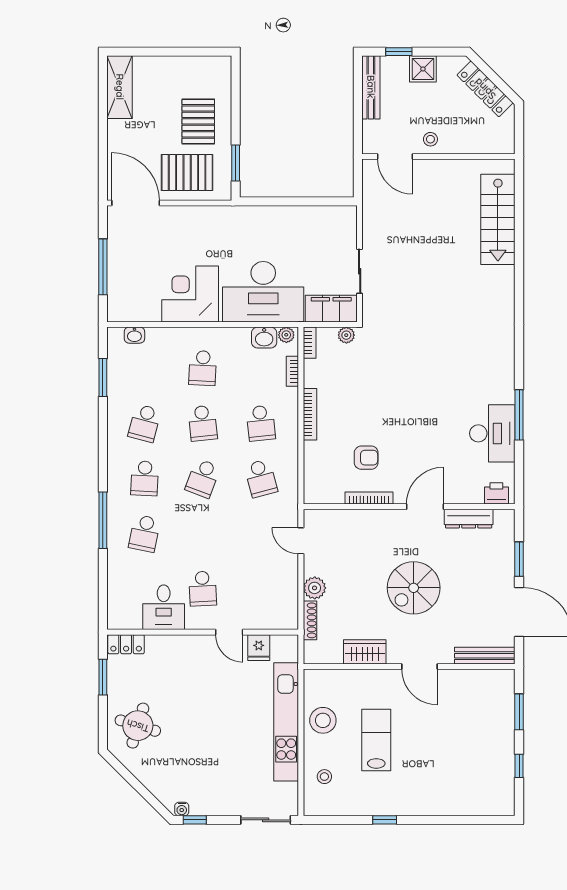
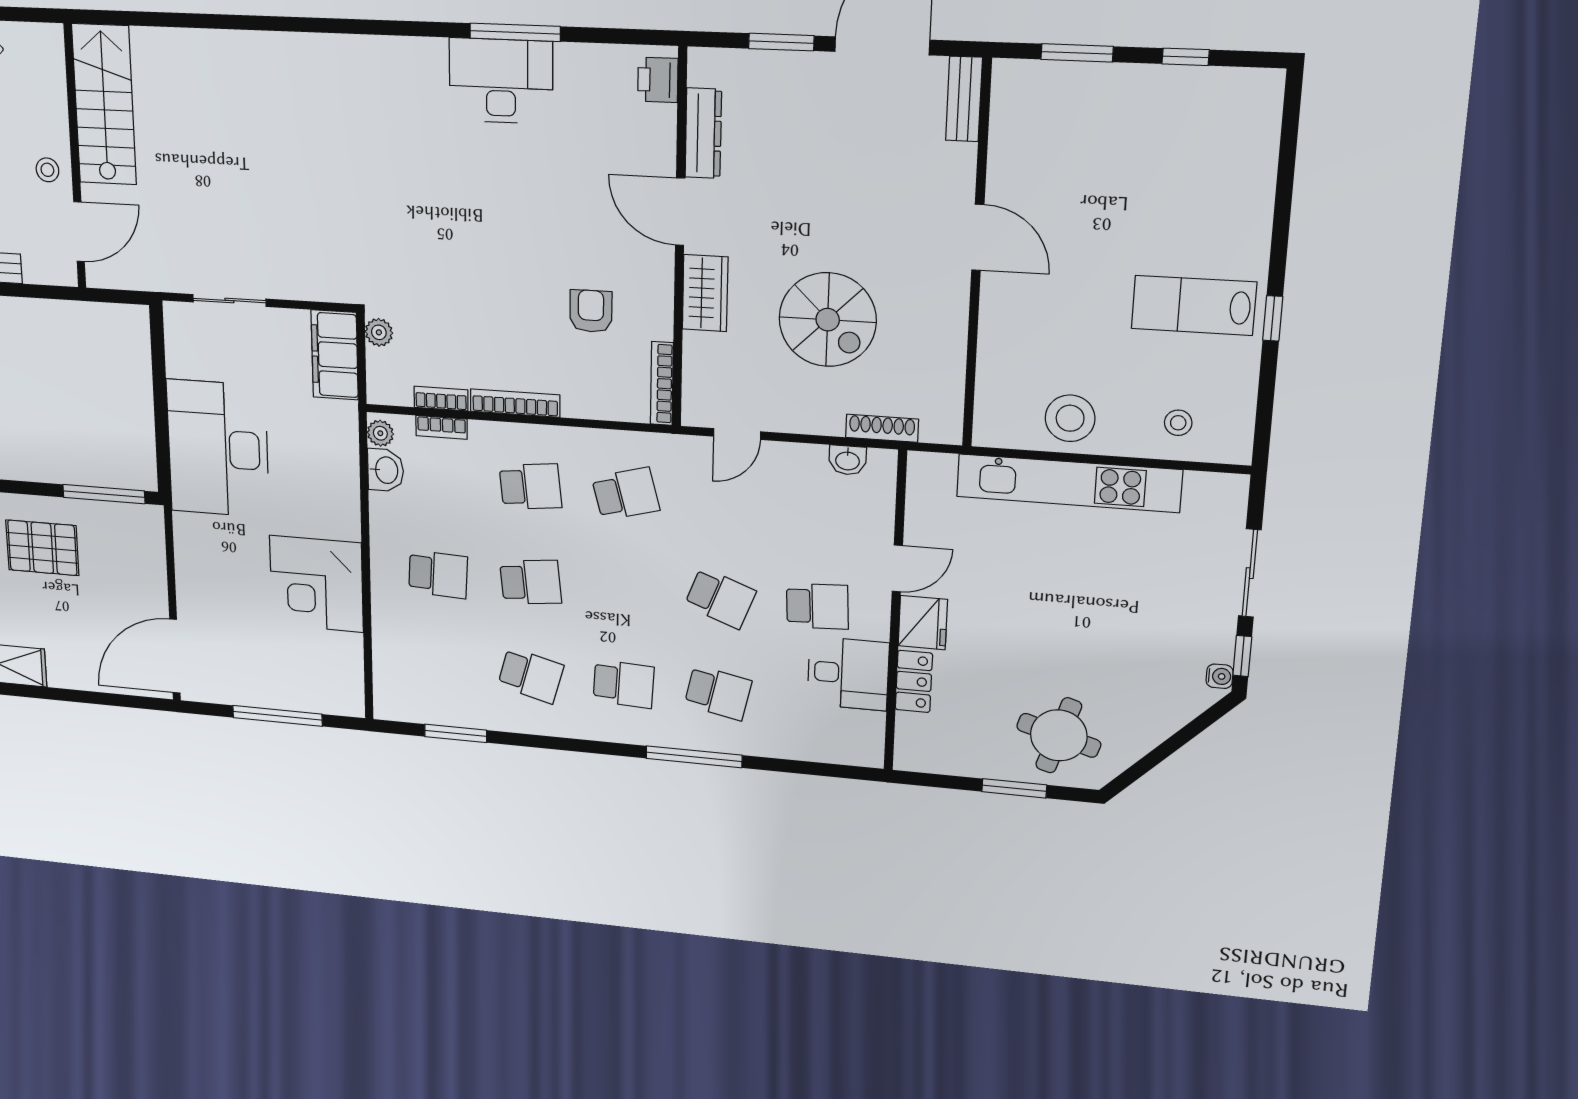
window: (236, 163) -> (104, 494), width x1.44
pallet: (187, 173) -> (123, 572), removed
stairs: (498, 219) -> (104, 105), moved, turned -90
sliding door: (360, 271) -> (229, 301), moved
desk: (263, 292) -> (218, 449), moved, turned 180
washbasin: (134, 335) -> (848, 460), moved, turned 90
bookcase: (310, 343) -> (441, 399), moved
desk: (492, 433) -> (501, 81), moved
school desk: (203, 478) -> (720, 598), moved
bookcase: (369, 498) -> (662, 383), moved
plant: (315, 588) -> (823, 416), removed
spiral stairs: (414, 588) -> (828, 320), moved
locker: (126, 644) -> (914, 681), moved
fridge: (259, 648) -> (923, 623), moved, width x1.38
wardrobe: (365, 652) -> (705, 293), moved, turned 180
bench: (485, 656) -> (964, 99), width x0.73
door: (419, 667) -> (978, 237), hinge flipped
window: (103, 677) -> (1014, 788), moved
lab bench: (376, 740) -> (1194, 305), moved
sliding door: (266, 820) -> (1250, 573), moved

